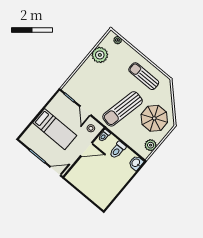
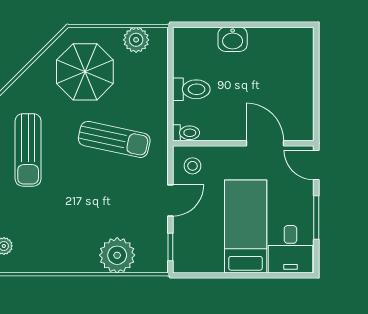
plant: (100, 55) -> (117, 255), moved
sun lounger: (123, 109) -> (114, 139), width x0.73, depth x0.75
desk: (34, 138) -> (290, 249), added
door: (86, 149) -> (265, 143), moved
washbasin: (136, 163) -> (233, 39), moved

